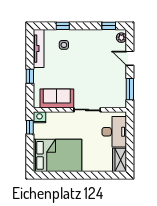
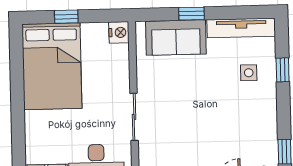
sofa: (57, 98) -> (176, 38), moved, turned 90
window: (30, 127) -> (66, 17), moved

